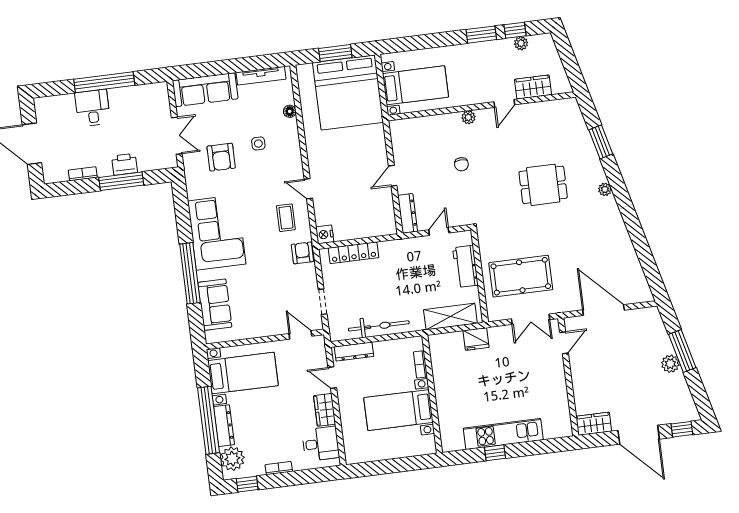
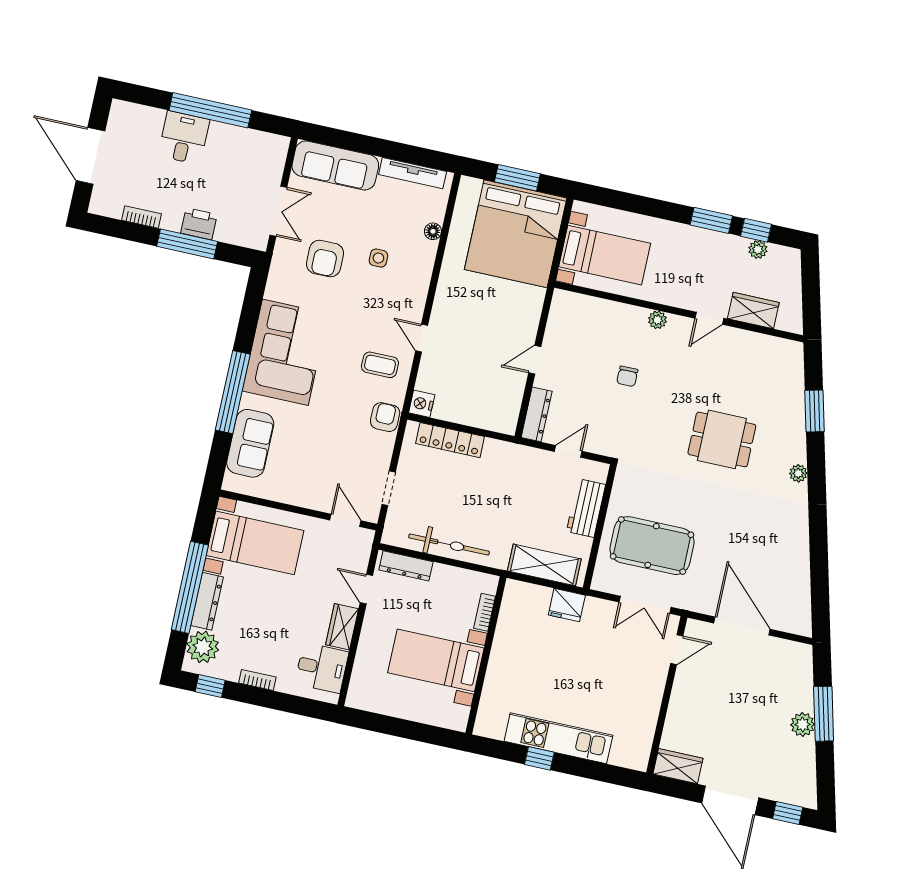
coffee table: (286, 218) -> (380, 365), turned 90

